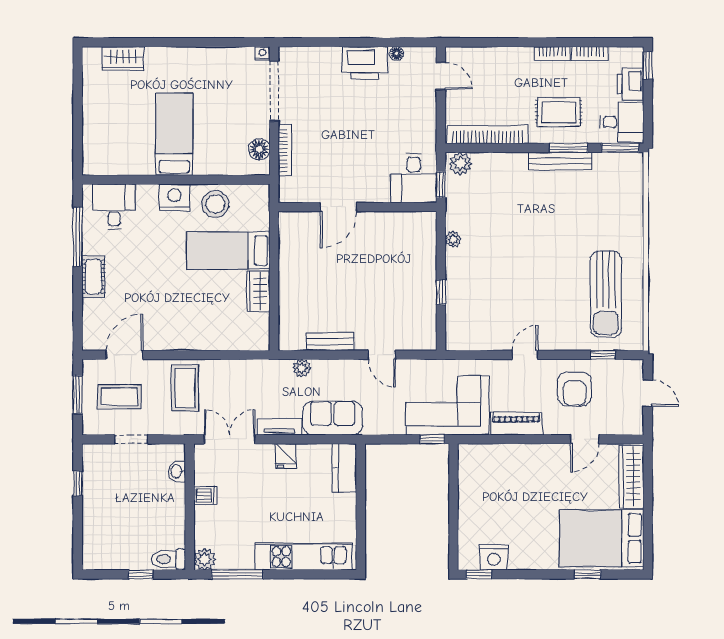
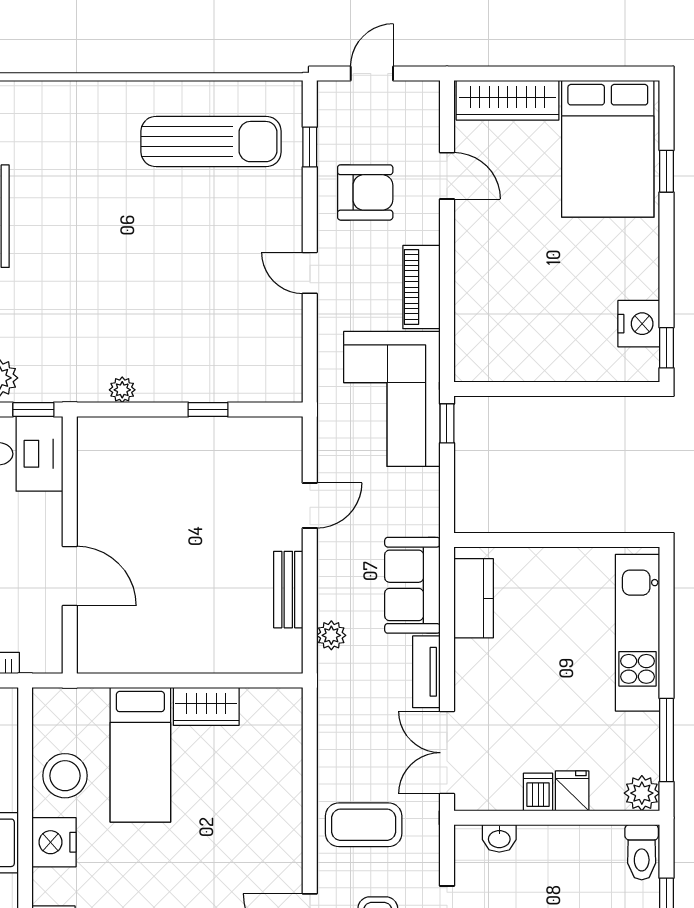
fridge: (286, 456) -> (572, 791), moved, turned -90
kitchen counter: (344, 468) -> (474, 598), moved, turned -90

